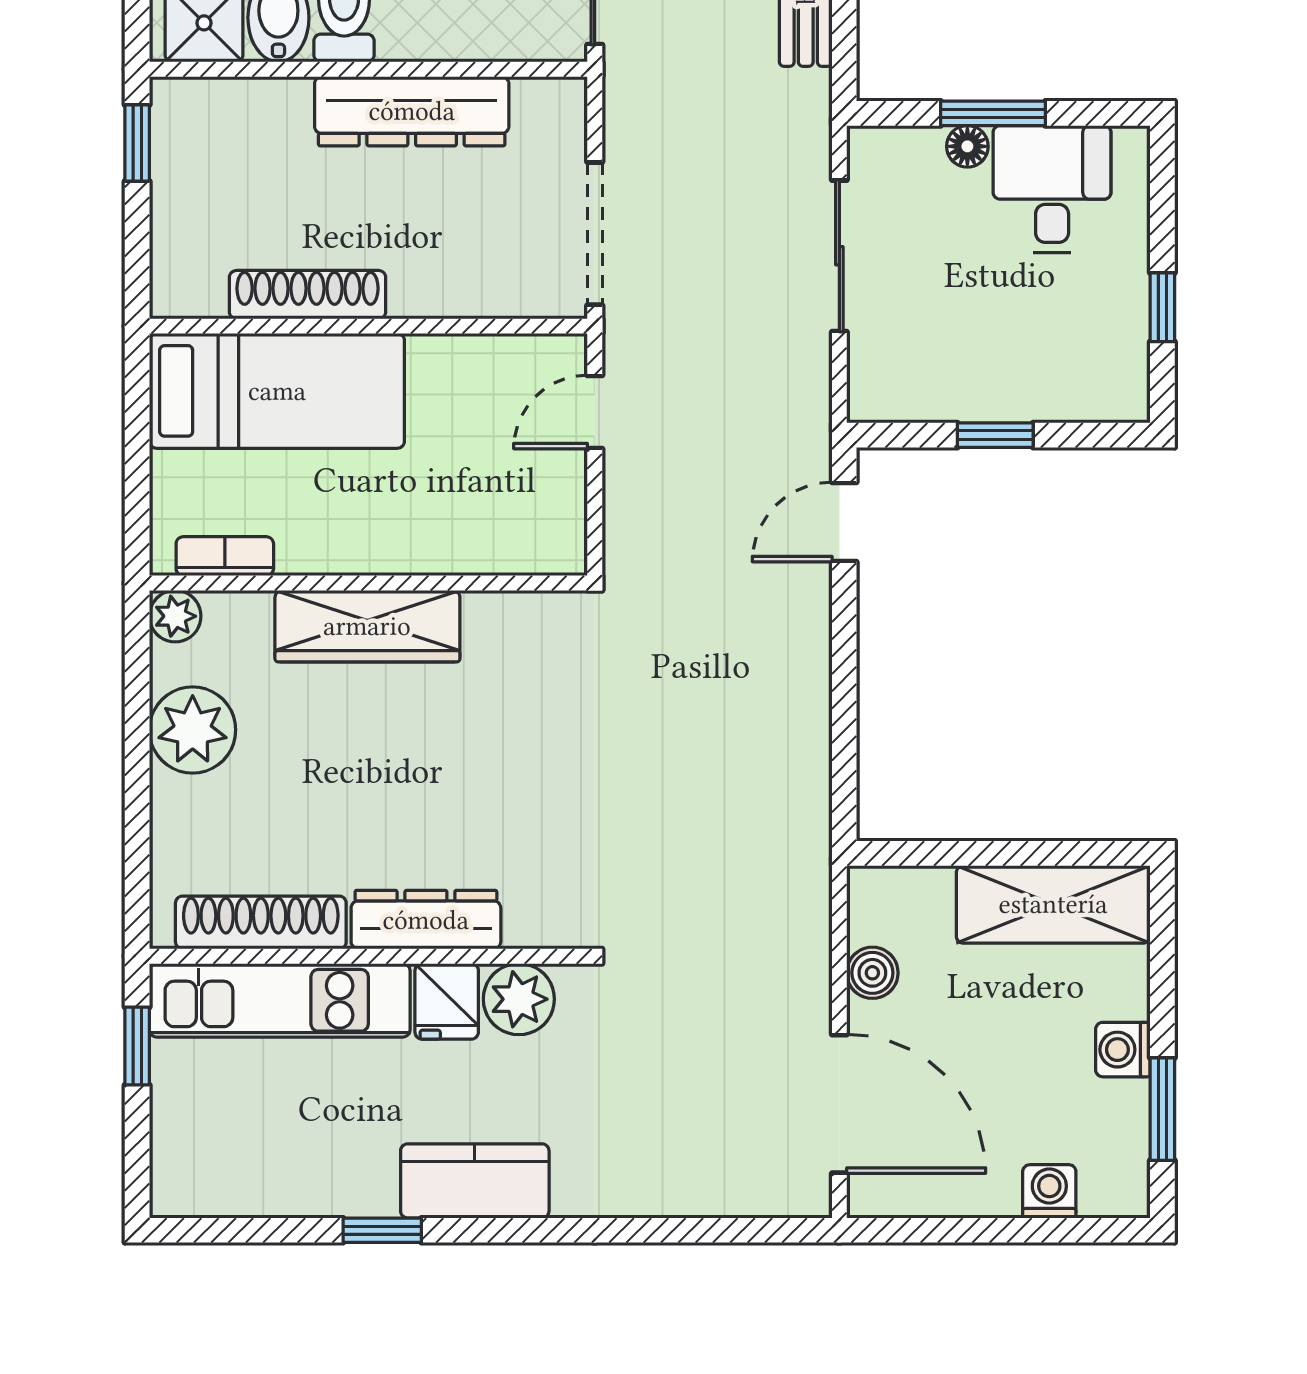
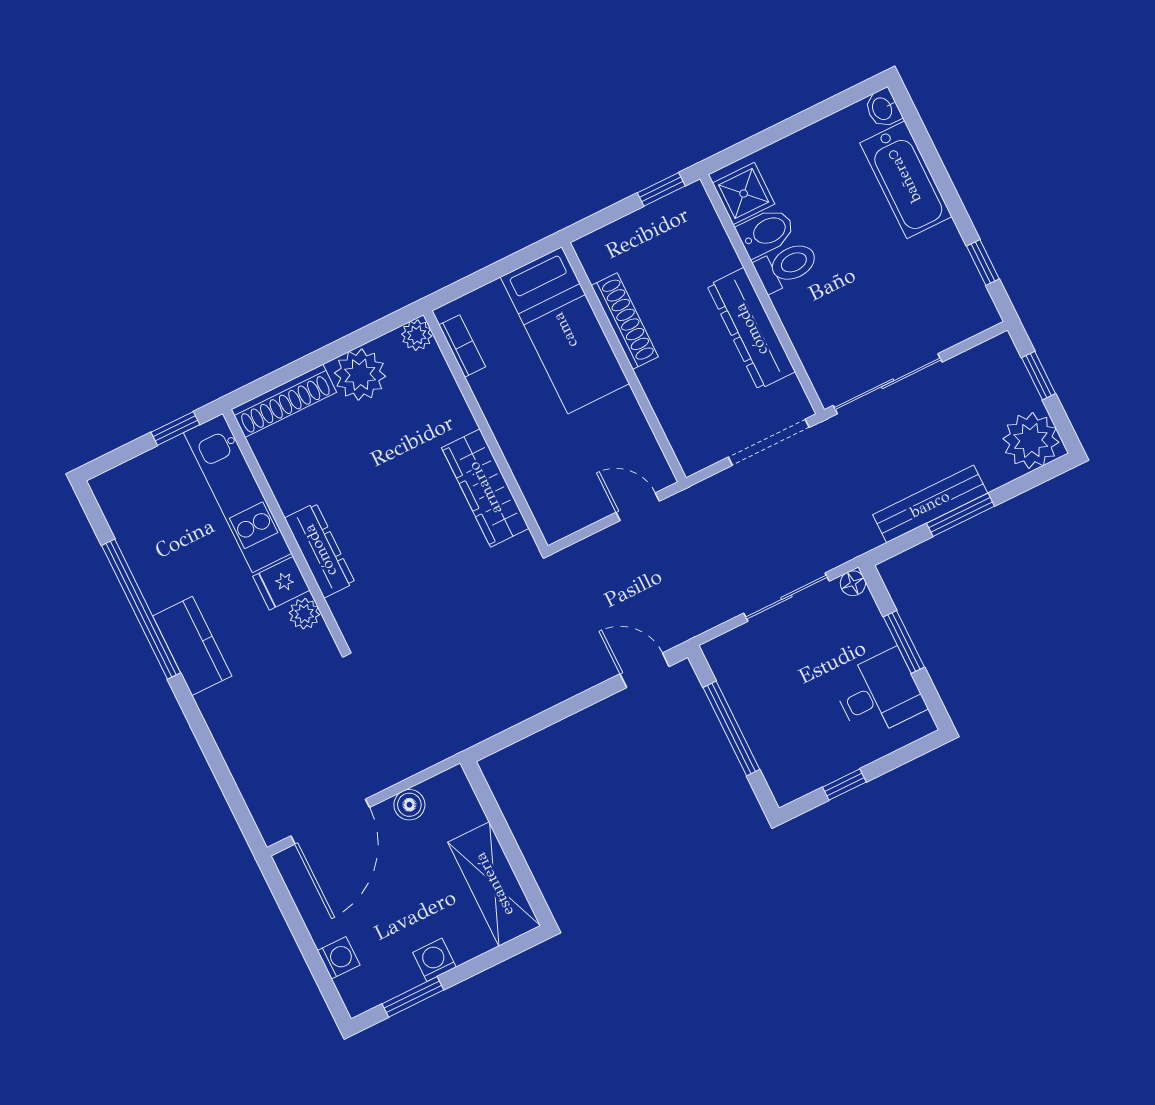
floor lamp: (967, 146) -> (853, 583), moved
doorway: (595, 234) -> (769, 442), moved
window: (995, 435) -> (731, 728), width x2.17
wardrobe: (367, 626) -> (485, 488), moved
shoe rack: (261, 922) -> (284, 401), moved, turned 90
plant: (519, 999) -> (304, 614), width x0.73, depth x0.73
window: (382, 1230) -> (141, 609), width x3.17

